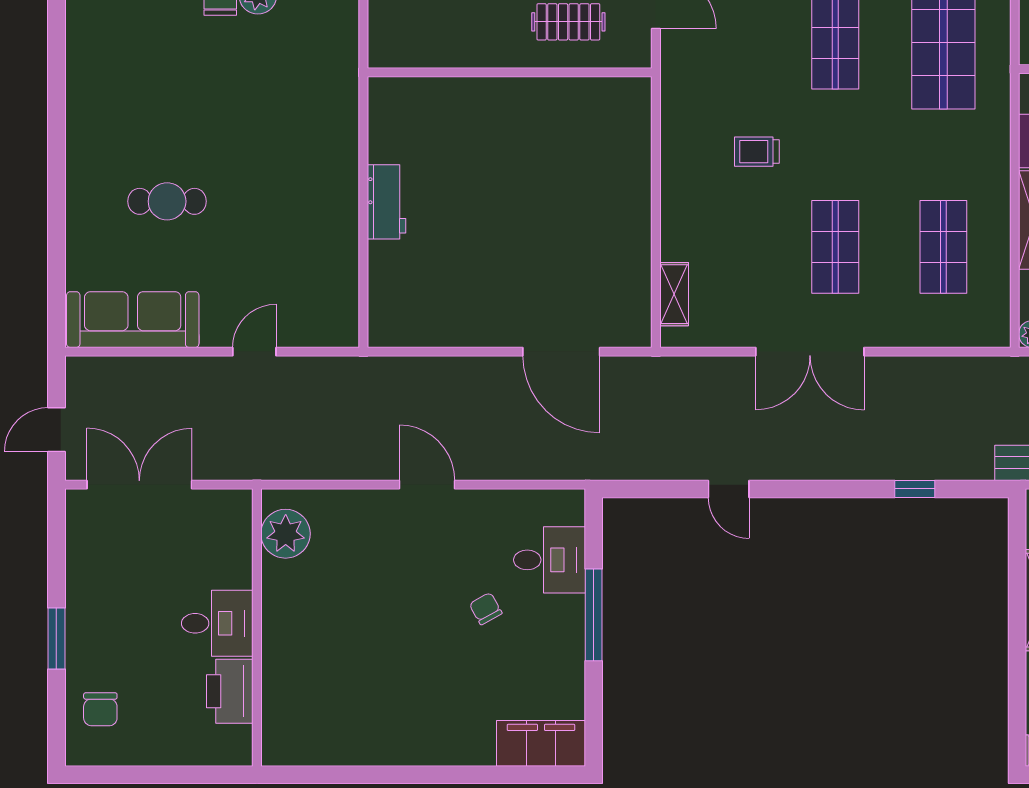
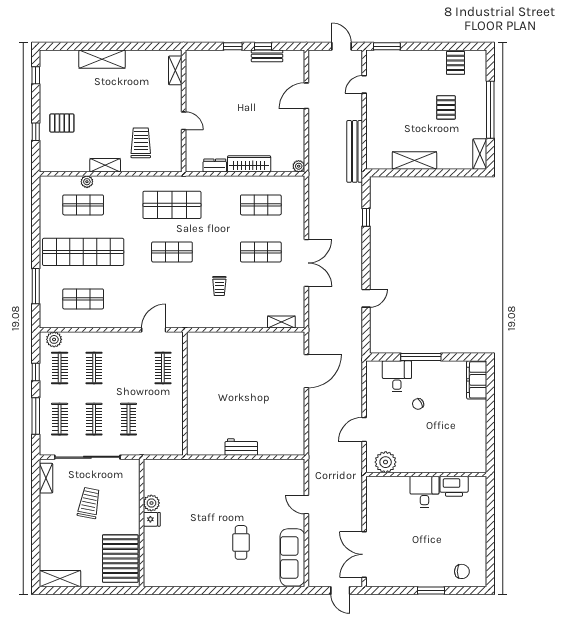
plant: (286, 534) -> (386, 462), moved
desk: (217, 623) -> (424, 492), moved
wall: (257, 628) -> (426, 474), moved
printer: (230, 691) -> (454, 486), moved

